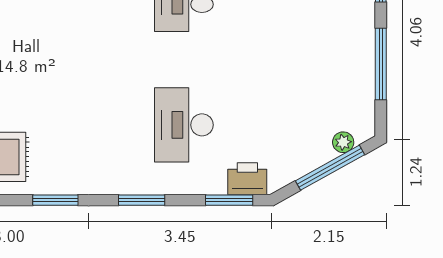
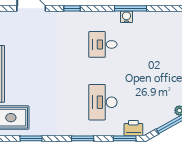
window: (55, 200) -> (31, 138), moved

